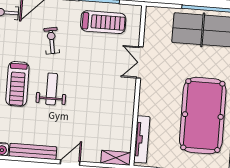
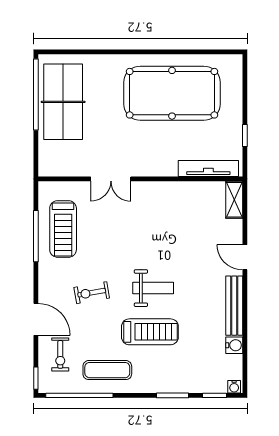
treadmill: (103, 22) -> (63, 229), turned 180
weight bench: (52, 89) -> (153, 288), turned 180

